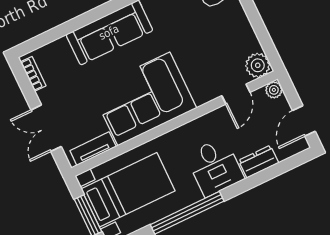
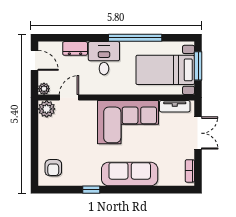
door: (304, 121) -> (34, 60), hinge flipped

